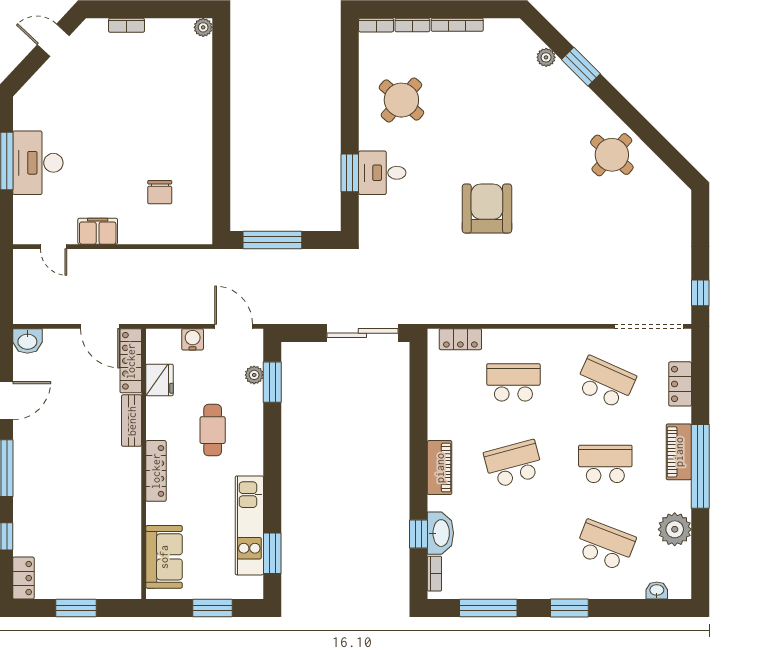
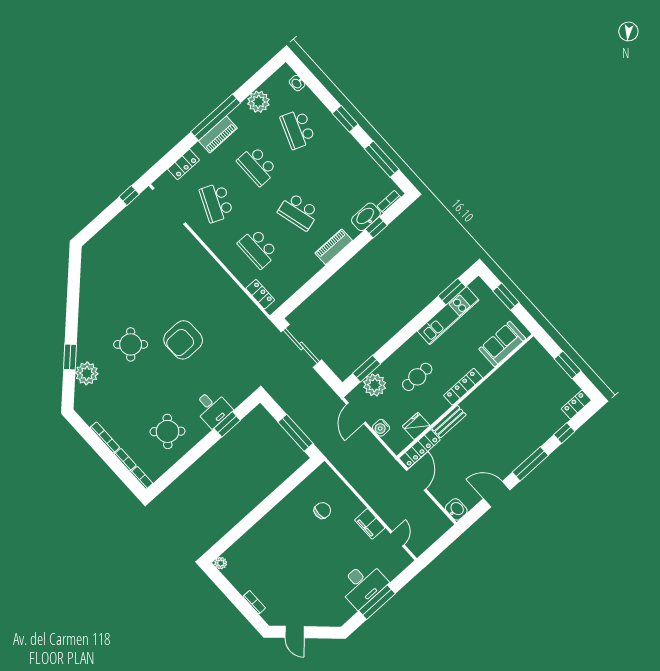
plant: (546, 57) -> (87, 373), width x1.88, depth x1.88
round table: (612, 155) -> (131, 344), moved
plant: (254, 375) -> (375, 385), width x1.88, depth x1.88

